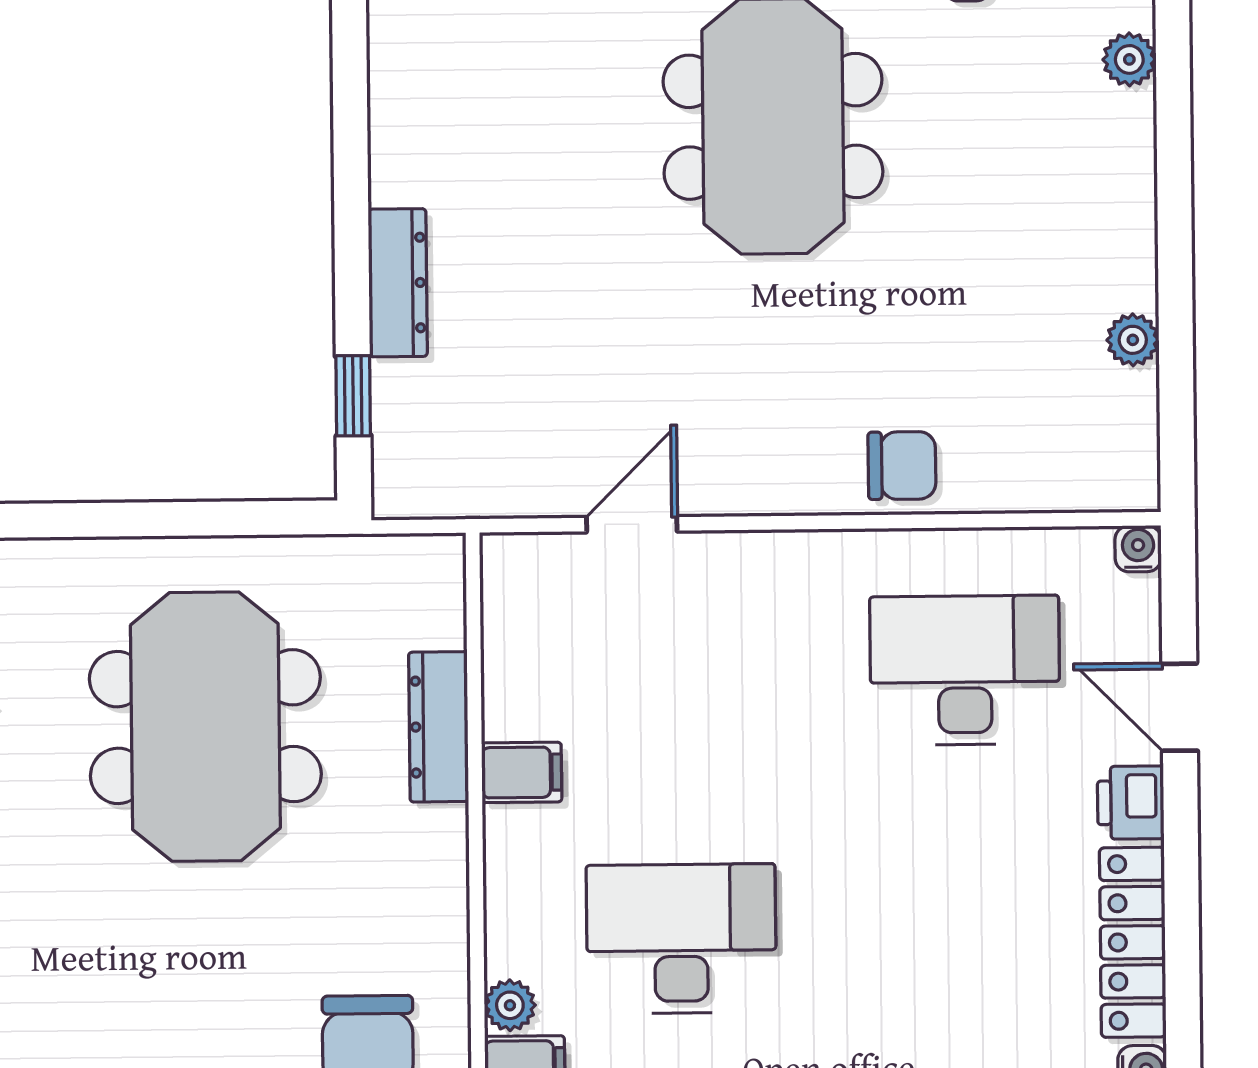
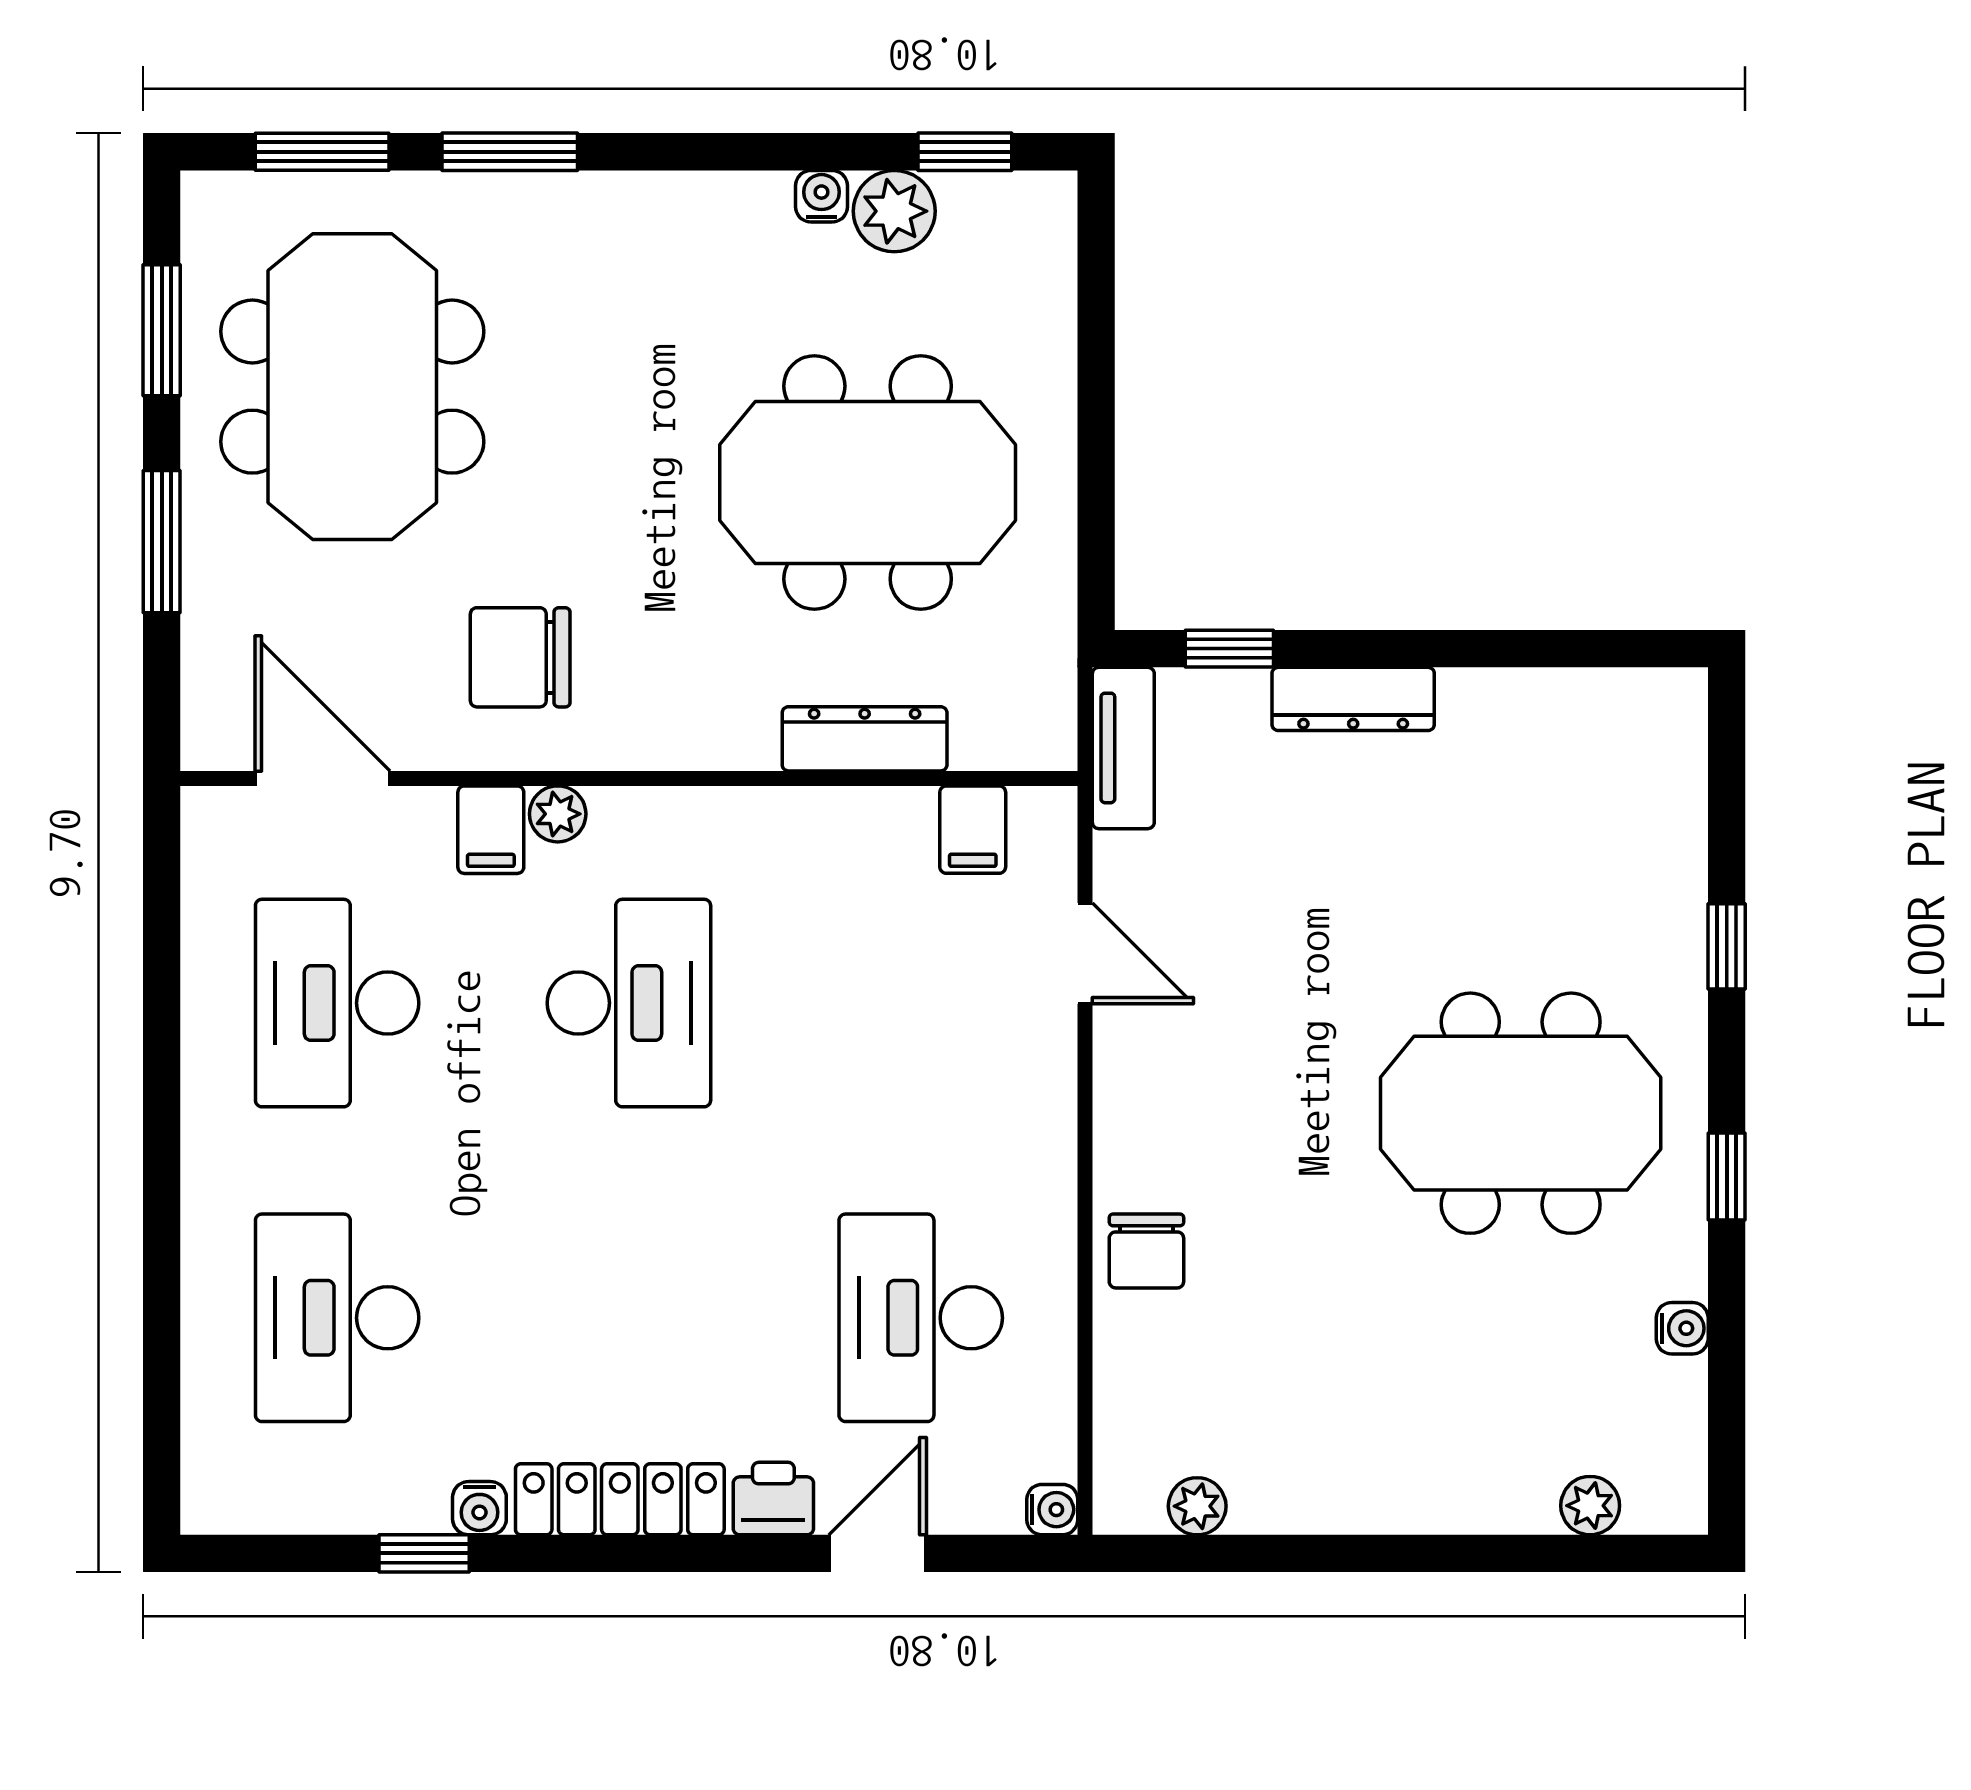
plant: (1133, 340) -> (1197, 1506), moved
tv unit: (444, 491) -> (1123, 748), added
desk: (965, 670) -> (921, 1318), turned 180
filing cabinet: (522, 772) -> (973, 830), moved

